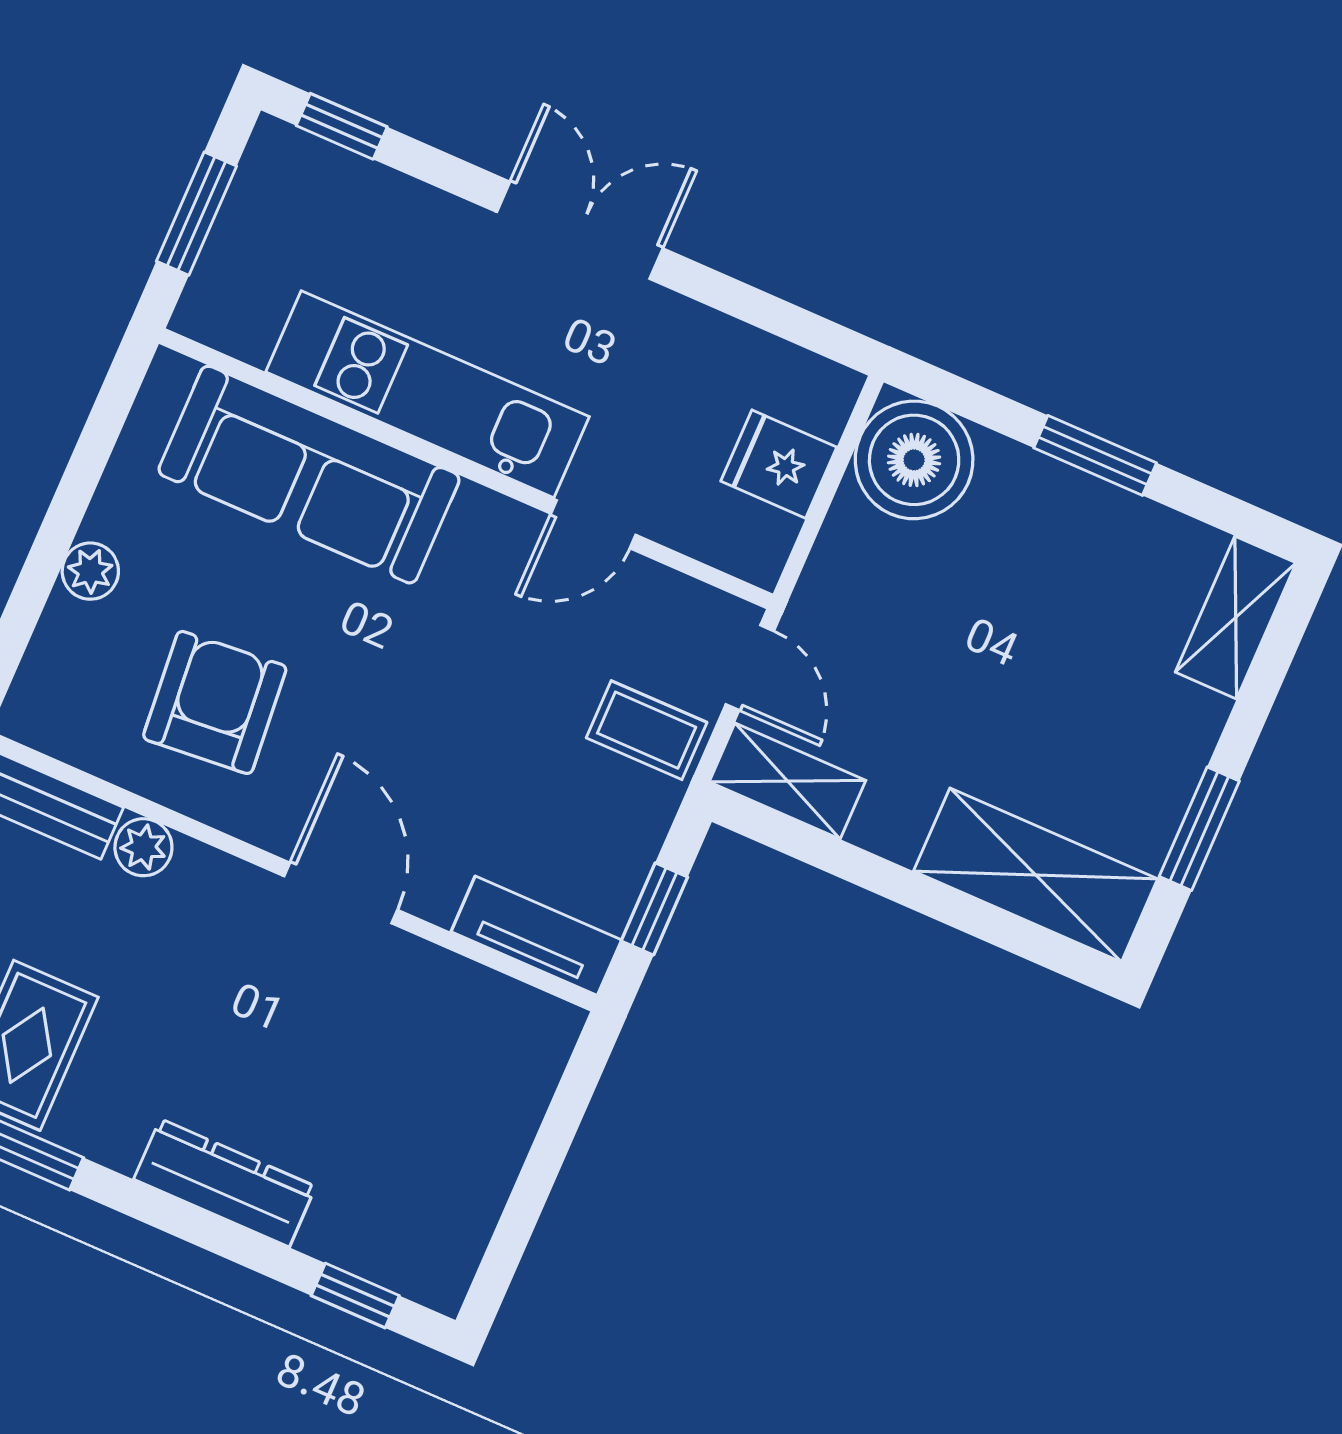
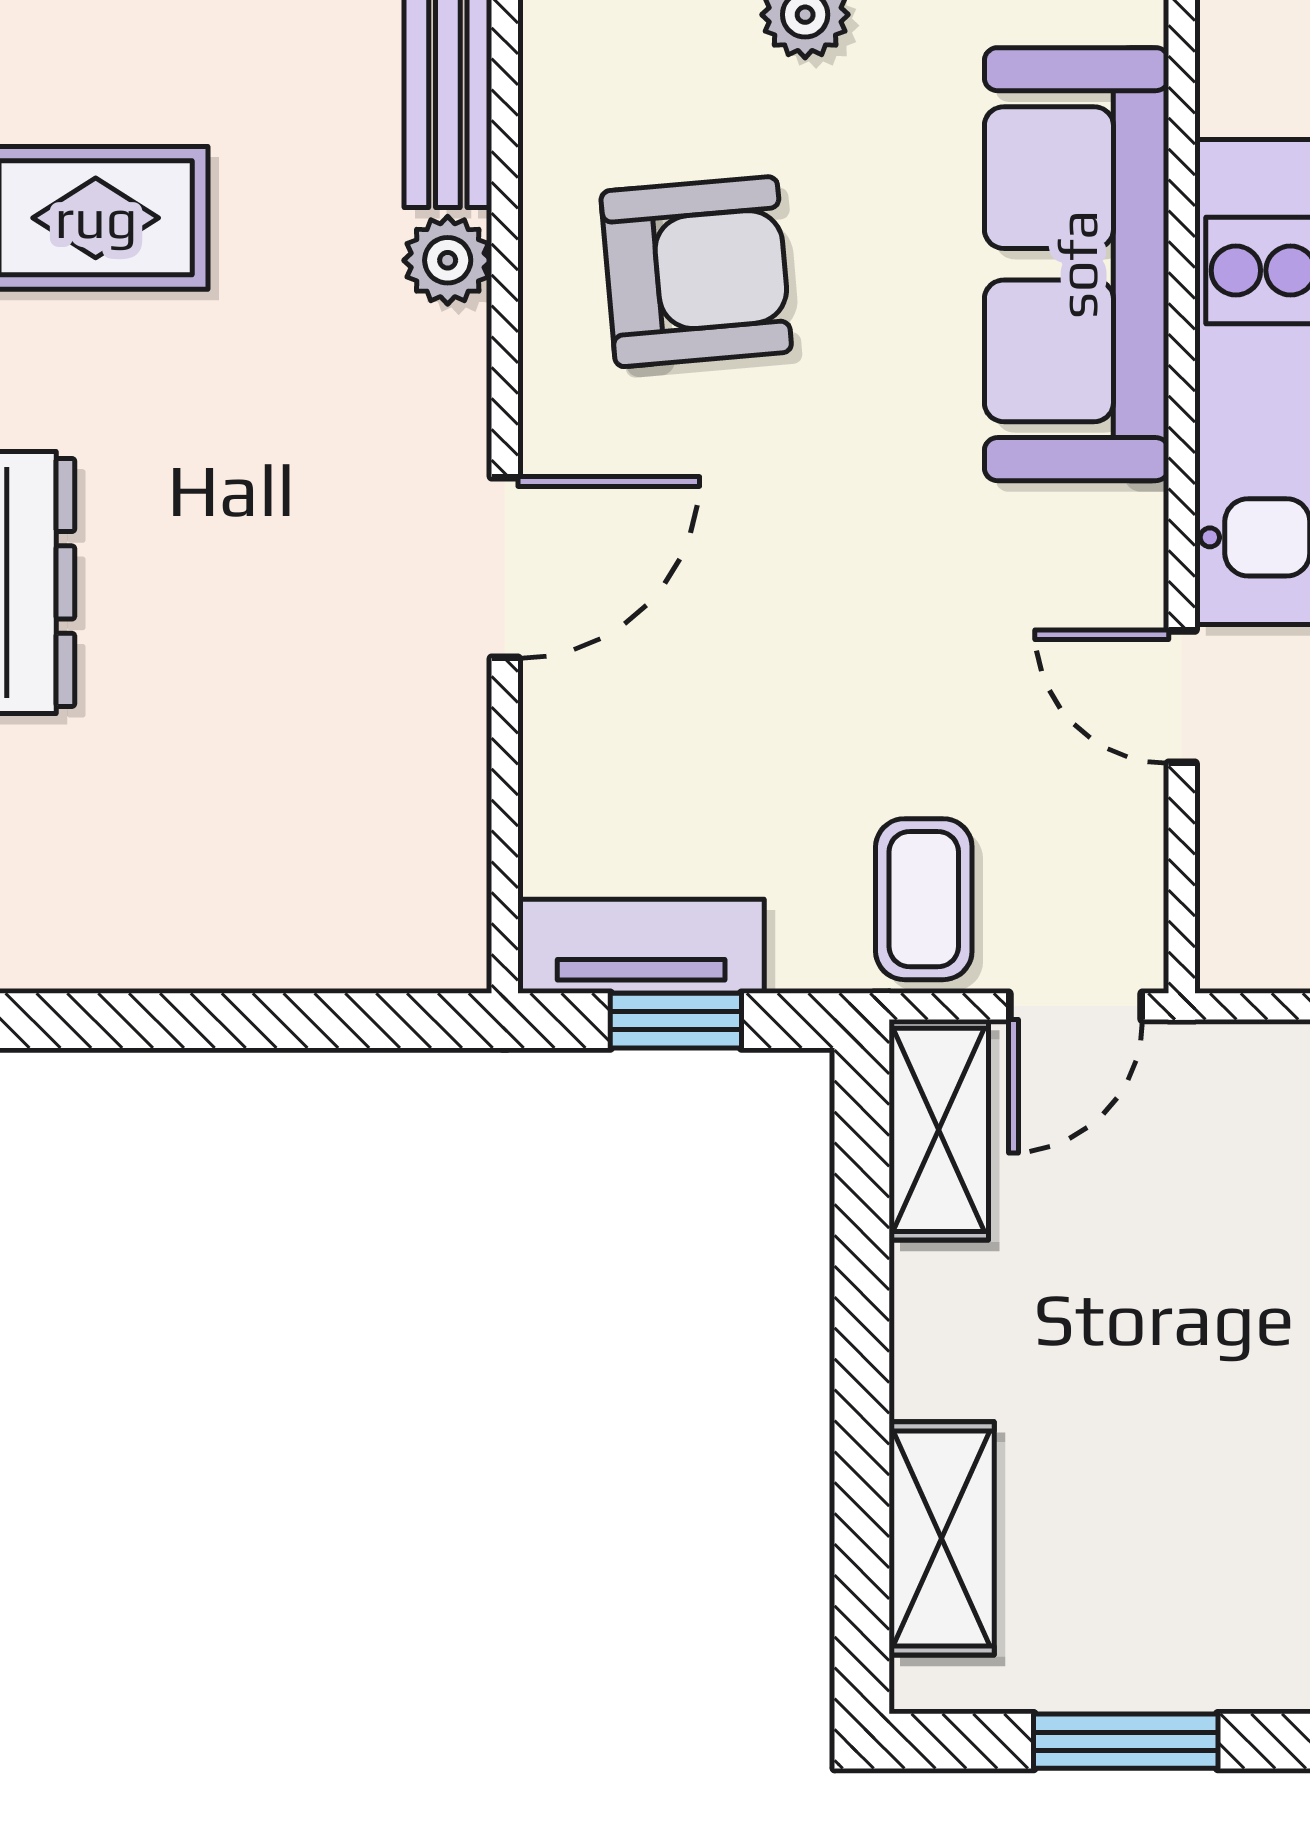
shelving: (1036, 875) -> (942, 1538), width x0.67, depth x0.75
tv unit: (536, 936) -> (641, 946), moved, turned -90

